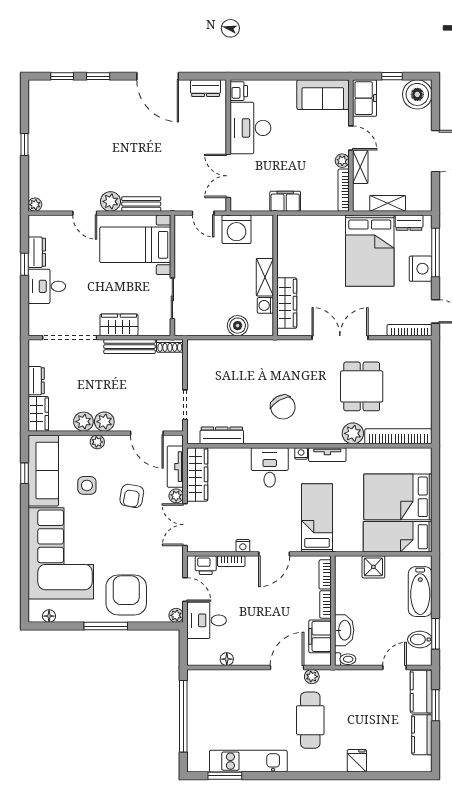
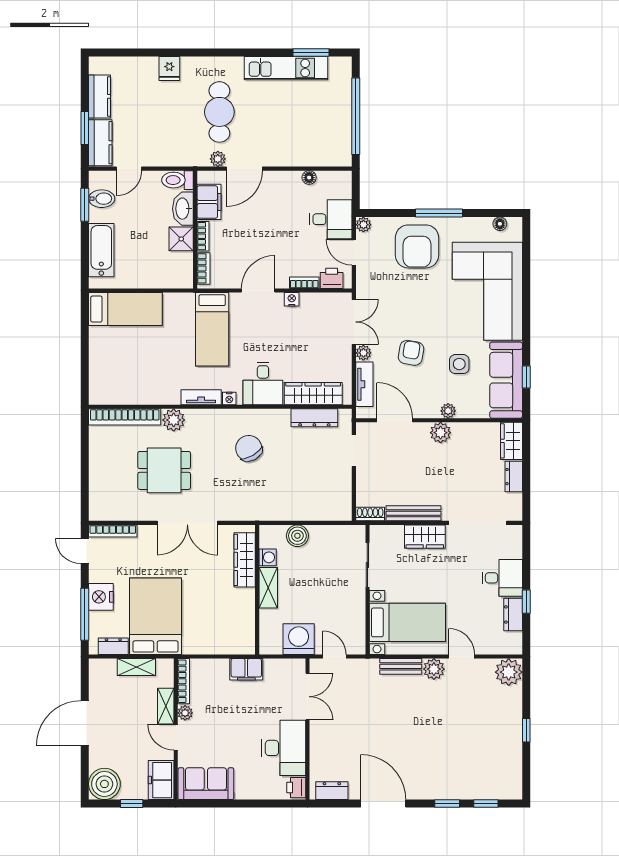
plant: (35, 205) -> (509, 672), width x1.88, depth x1.88
dining table: (362, 386) -> (164, 470), turned 90
plant: (83, 422) -> (463, 433), removed
wardrobe: (197, 474) -> (313, 394), moved, turned 90
bed: (398, 497) -> (125, 352), removed
shower: (373, 567) -> (181, 239), moved
toilet: (345, 659) -> (178, 180), width x1.37, depth x1.39

